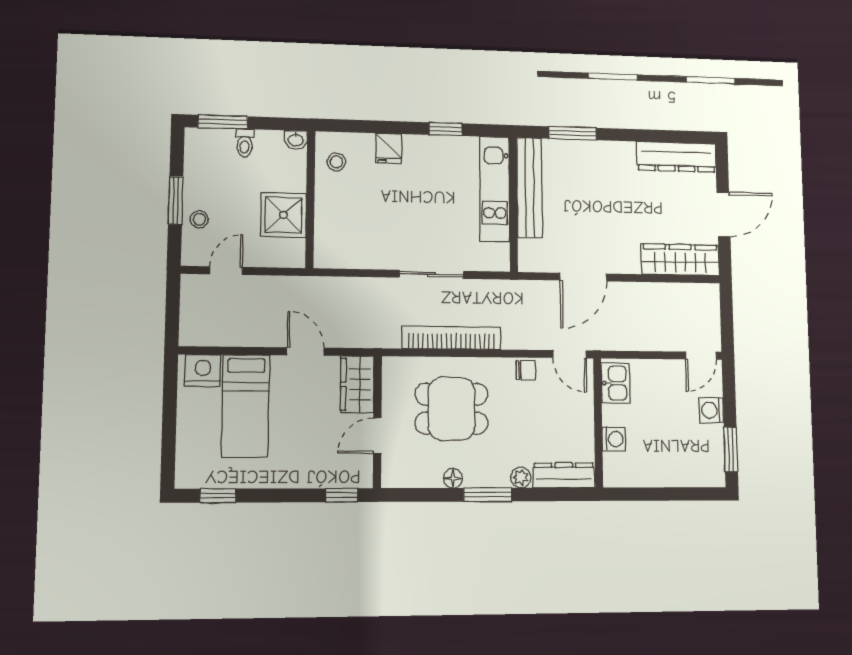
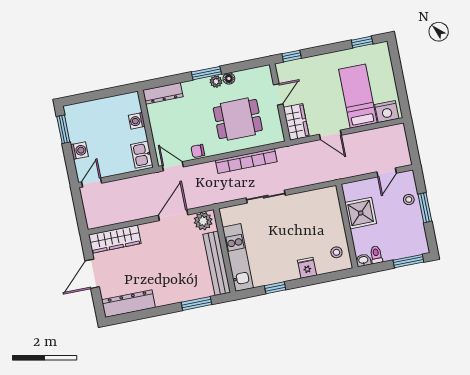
toilet: (245, 143) -> (376, 255), moved
plant: (538, 258) -> (203, 221), added
plant: (521, 477) -> (216, 81), moved

